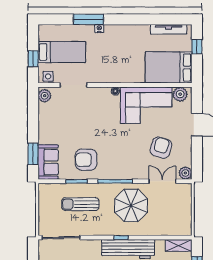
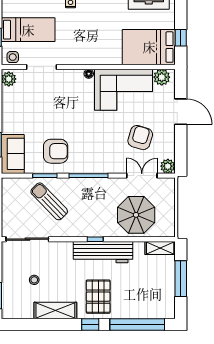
window: (197, 47) -> (181, 38), moved
armchair: (86, 160) -> (56, 151), turned 180
sun lounger: (80, 204) -> (49, 201), turned 46
parasol: (131, 205) -> (136, 215), moved

